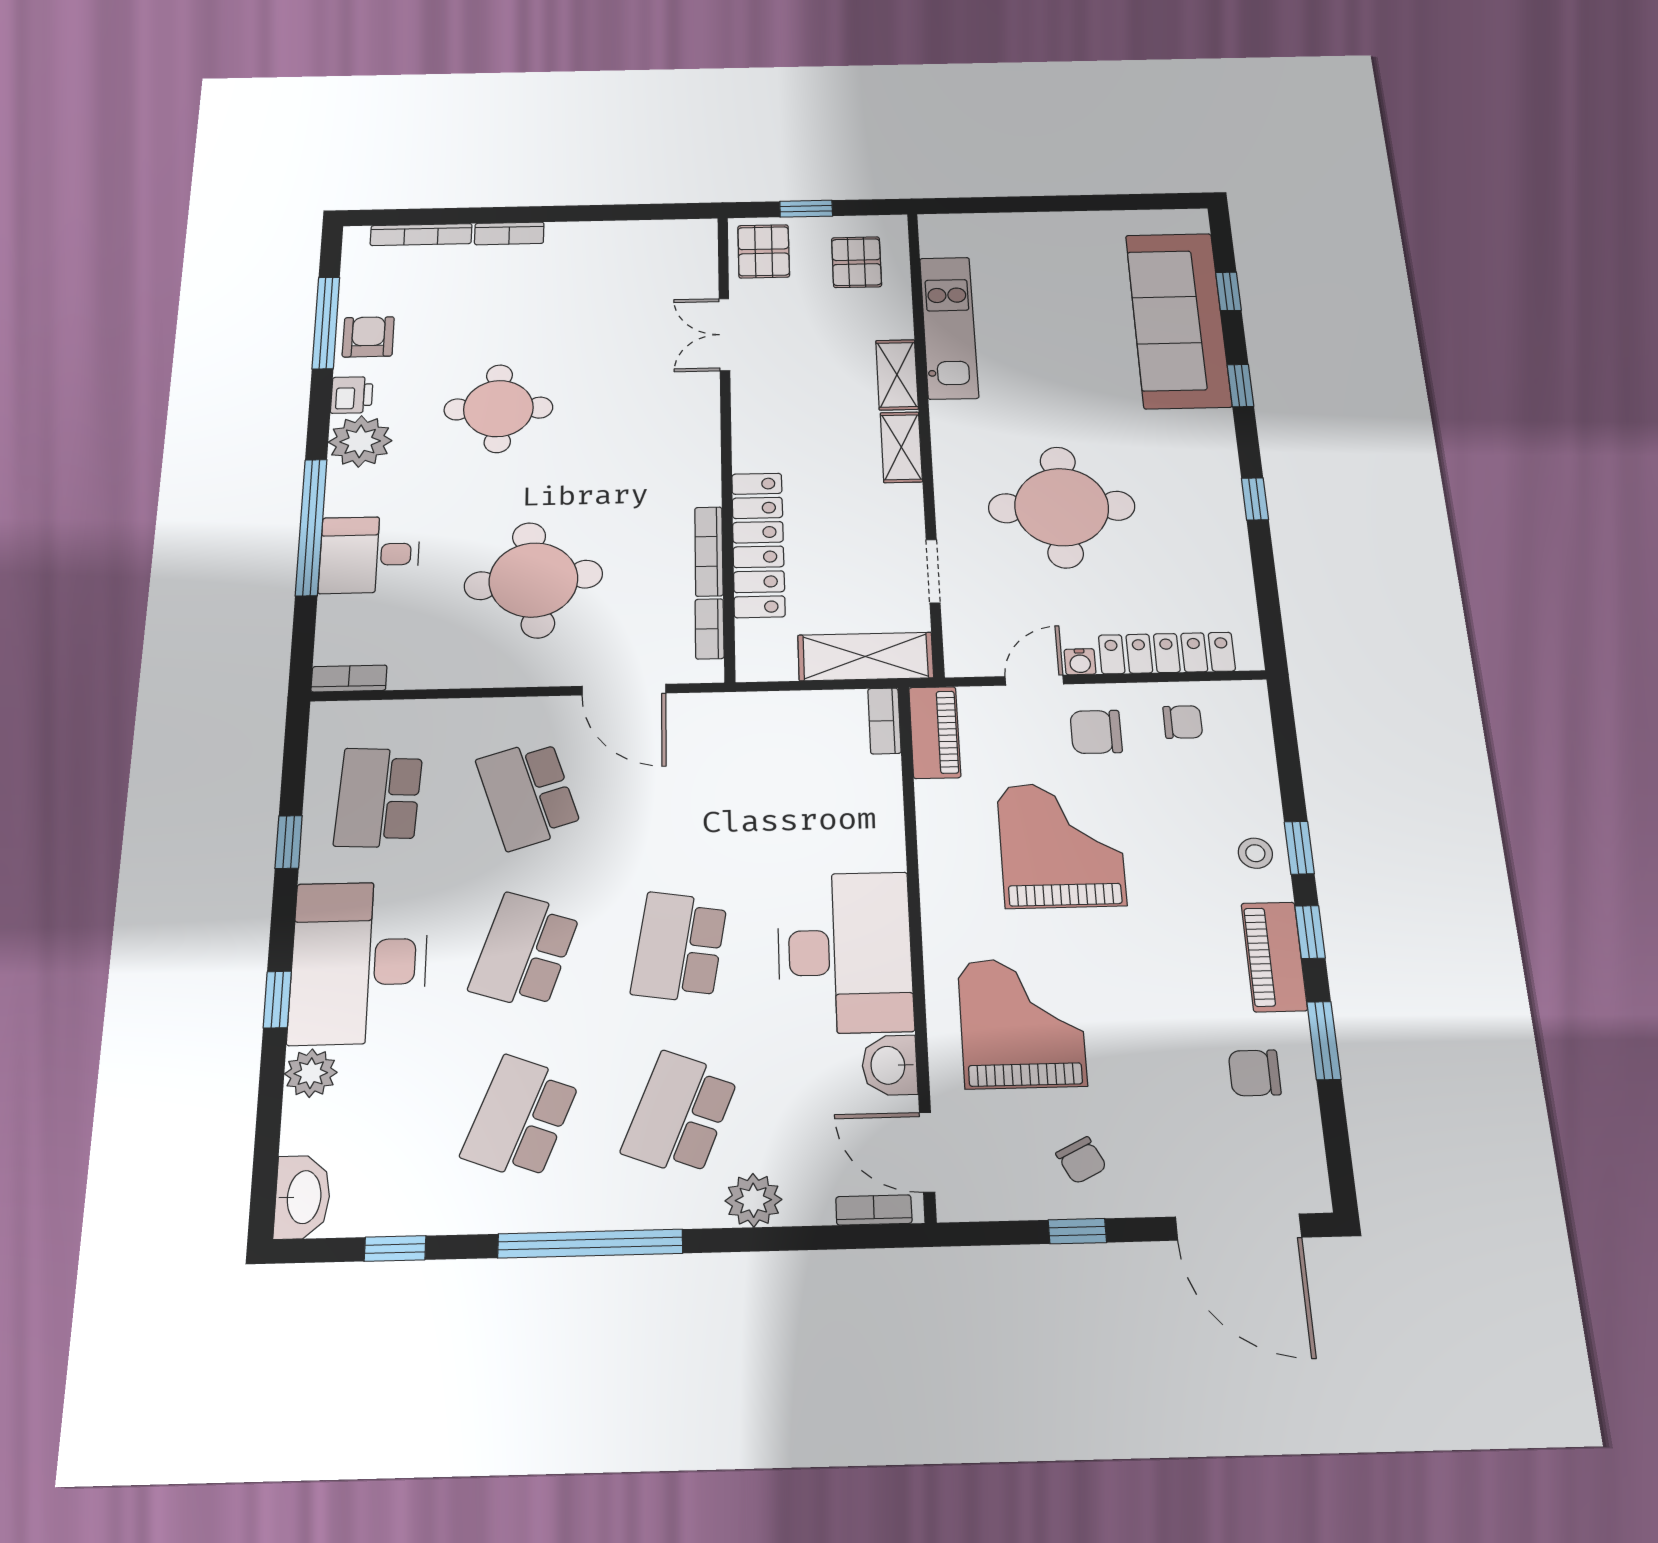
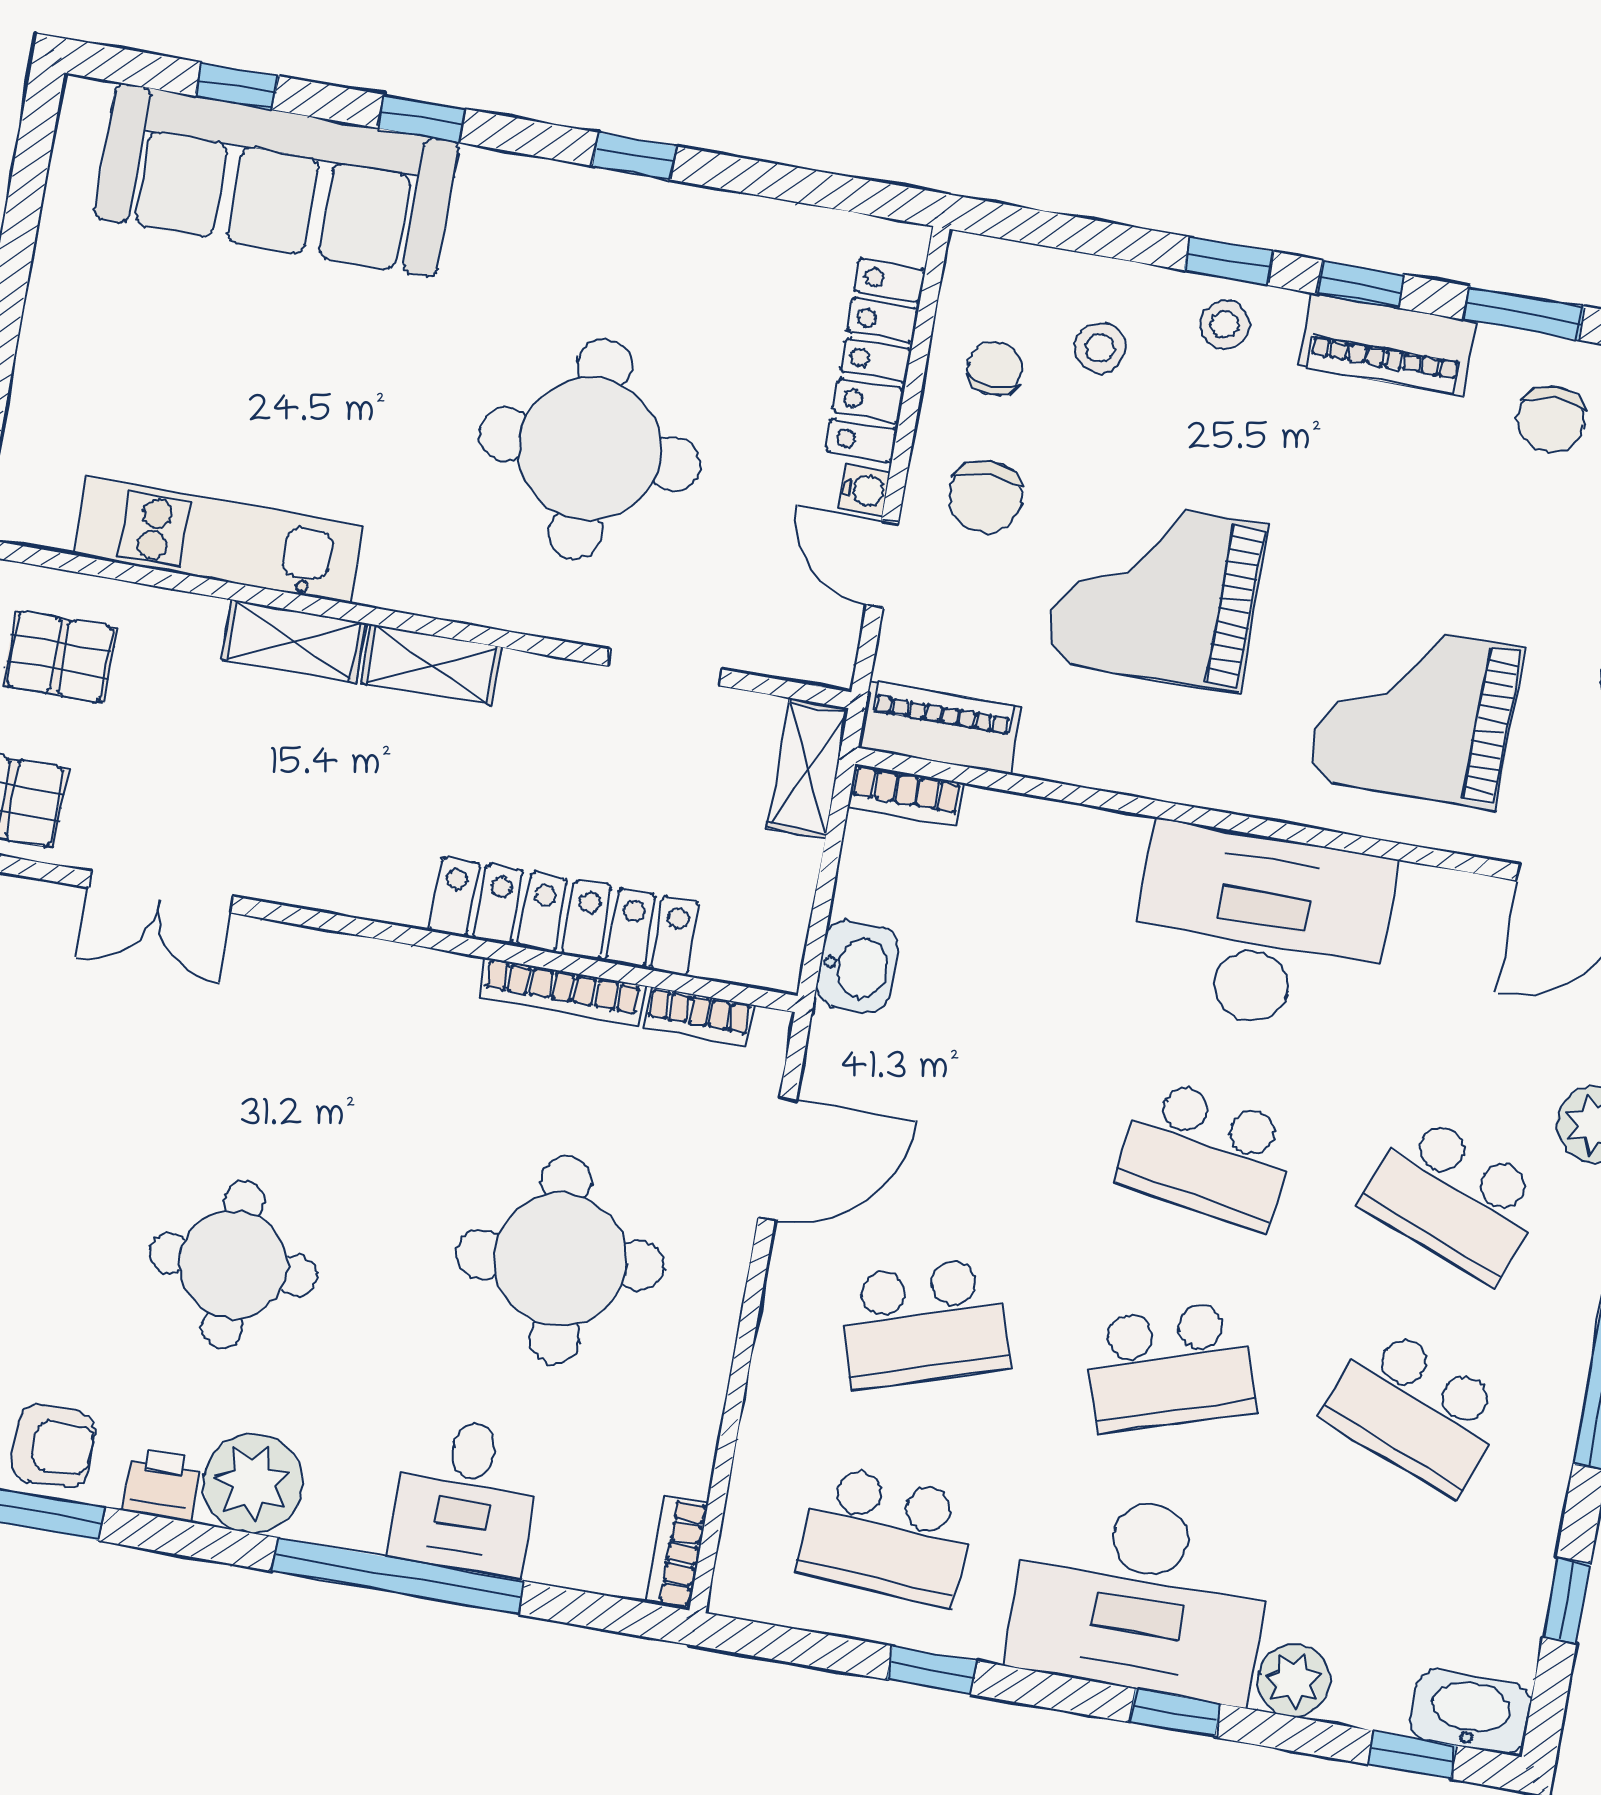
armchair: (368, 337) -> (53, 1446), turned 180
shelving: (865, 656) -> (808, 768), width x0.67, depth x0.75
stool: (1216, 781) -> (1100, 348), added
school desk: (525, 951) -> (1170, 1367), turned -36
washbasin: (889, 1065) -> (857, 967), moved, turned -90
window: (266, 1163) -> (1412, 1755), added

